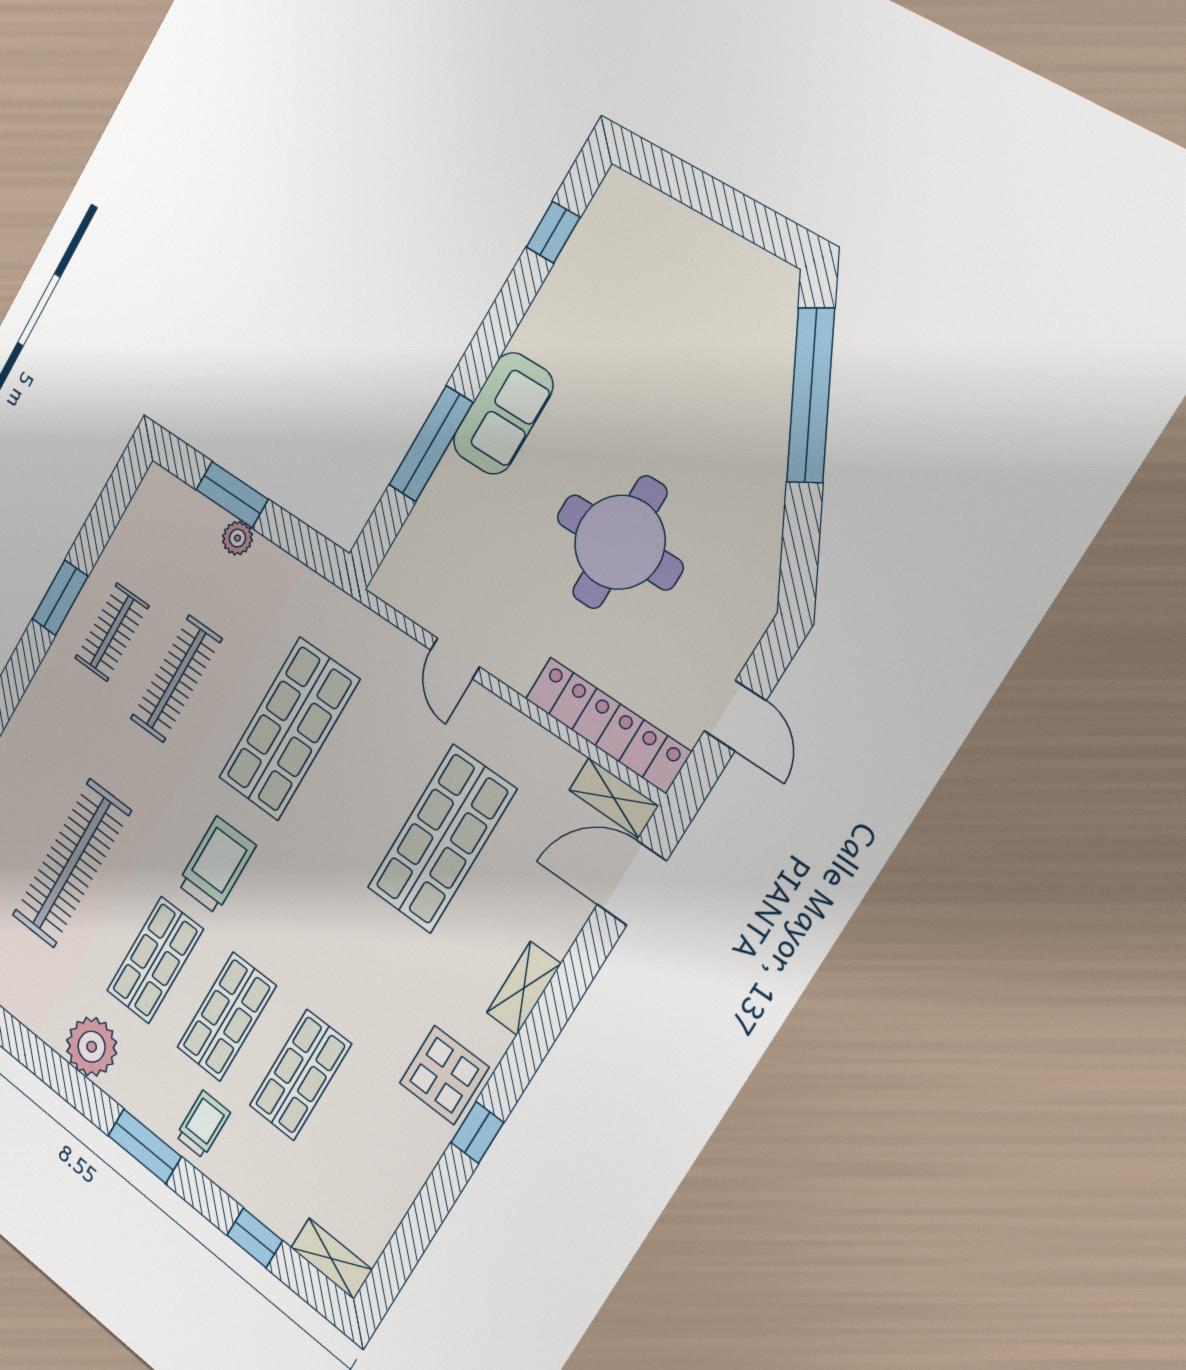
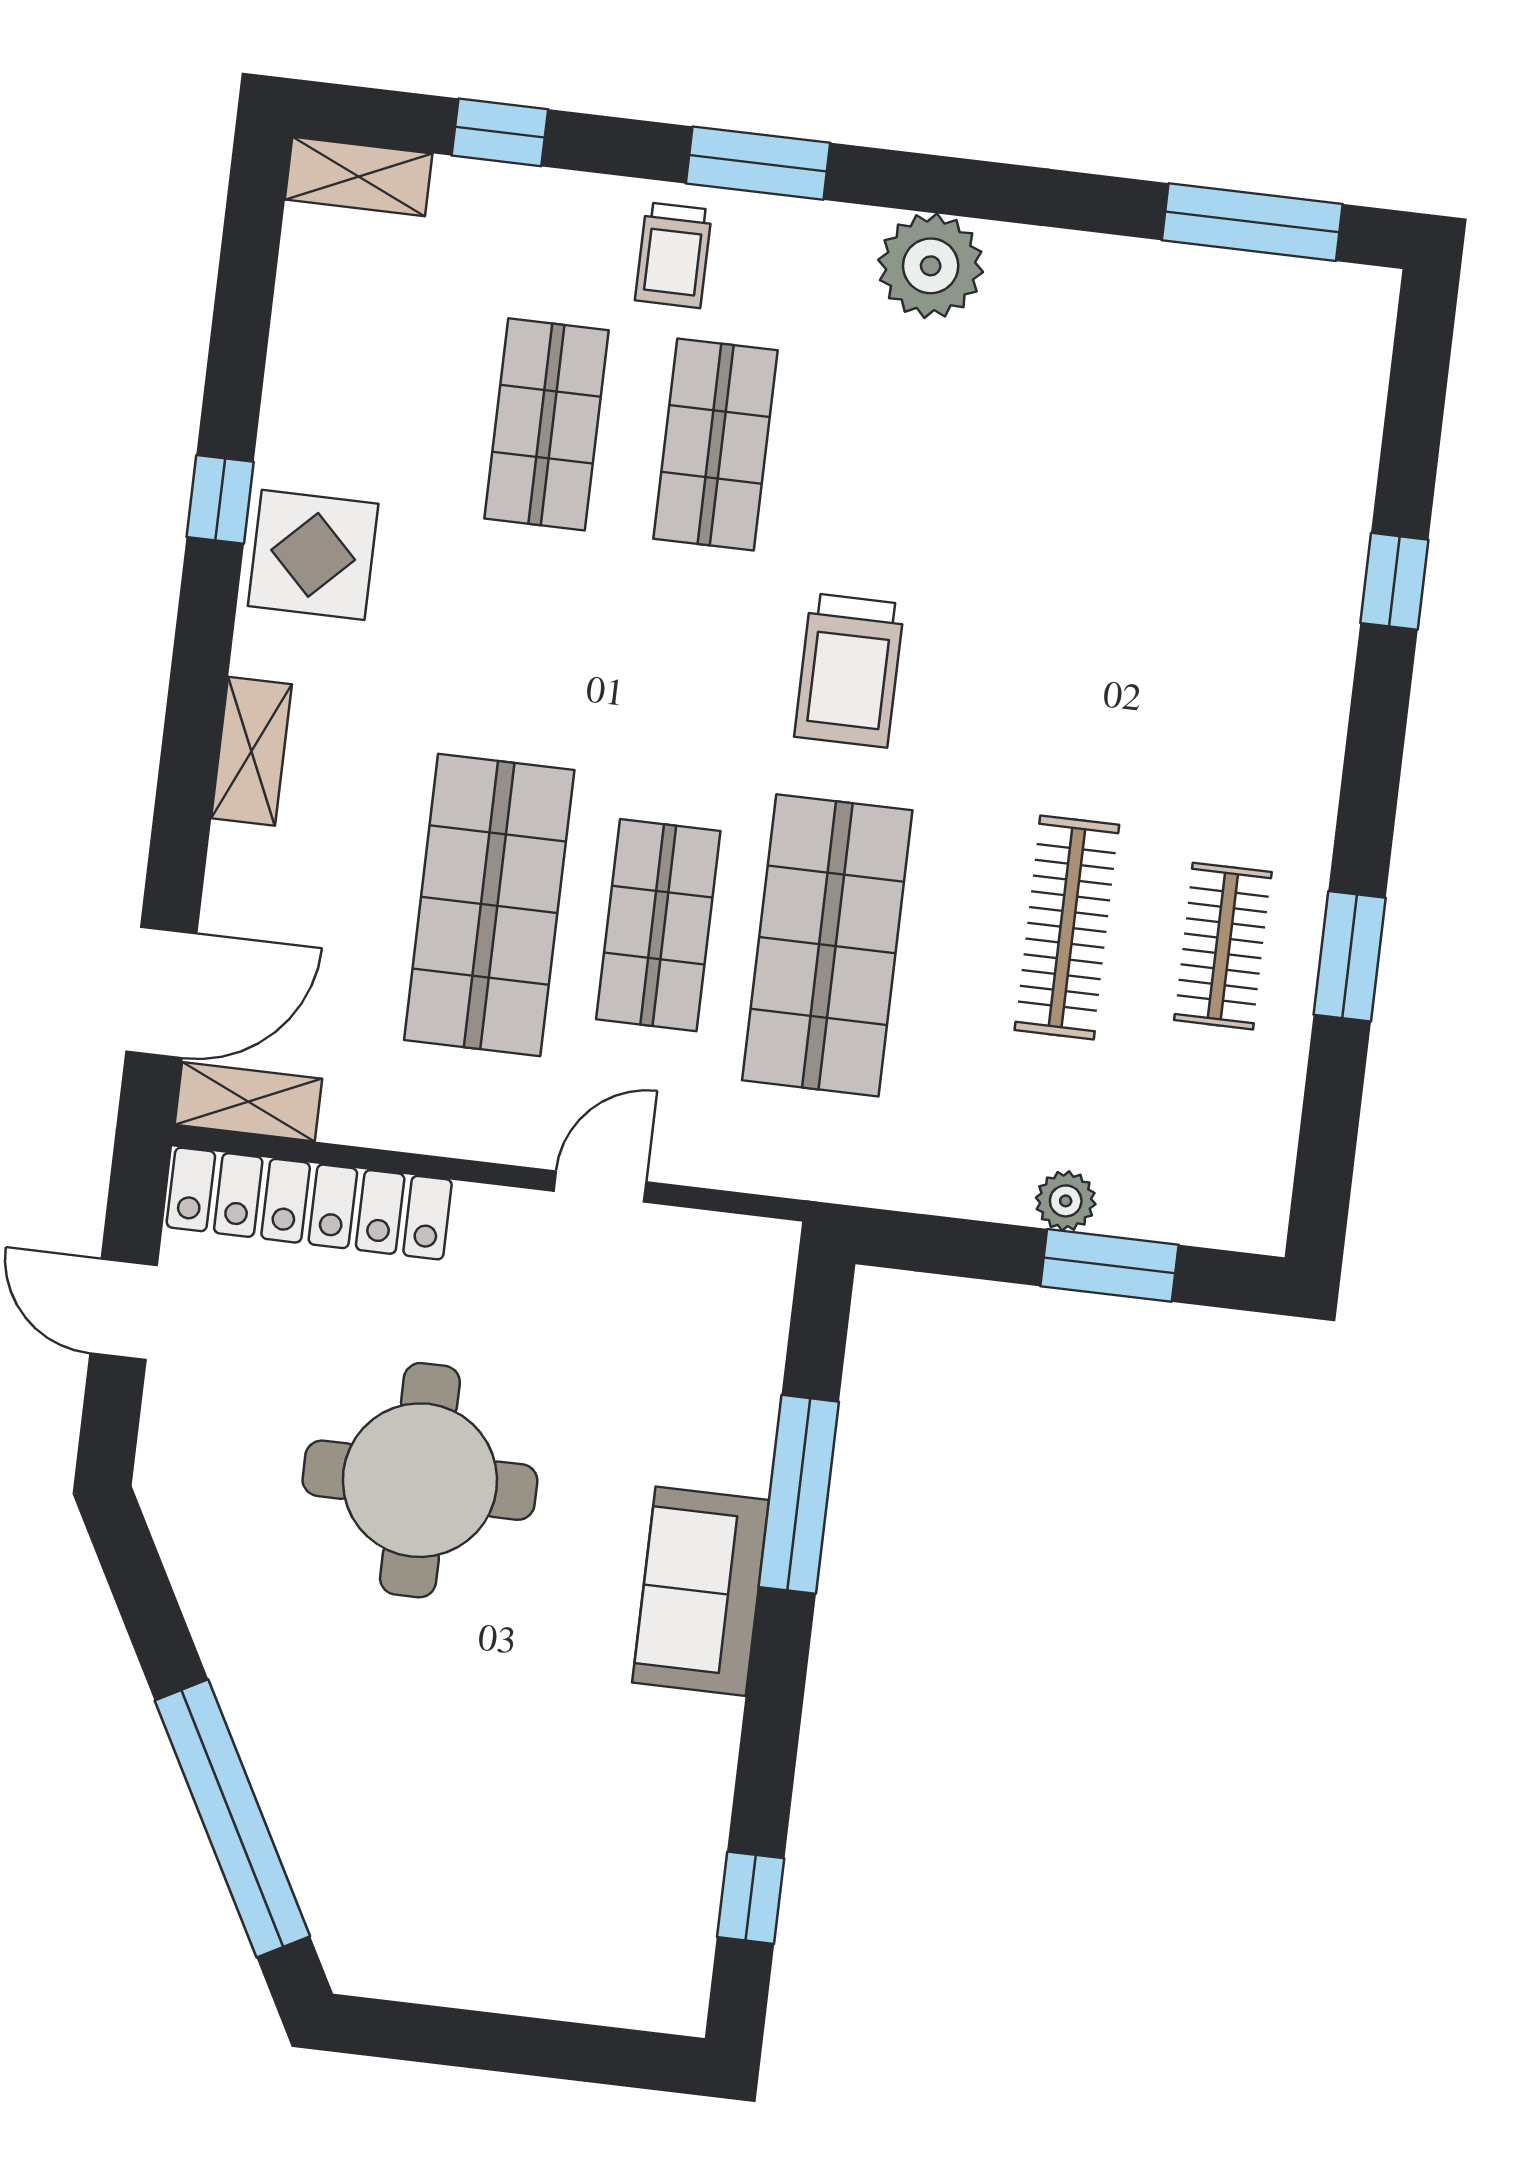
door: (455, 658) -> (600, 1187), hinge flipped
clothes rail: (72, 863) -> (1113, 538), removed
shop shelf: (155, 960) -> (658, 925), moved

